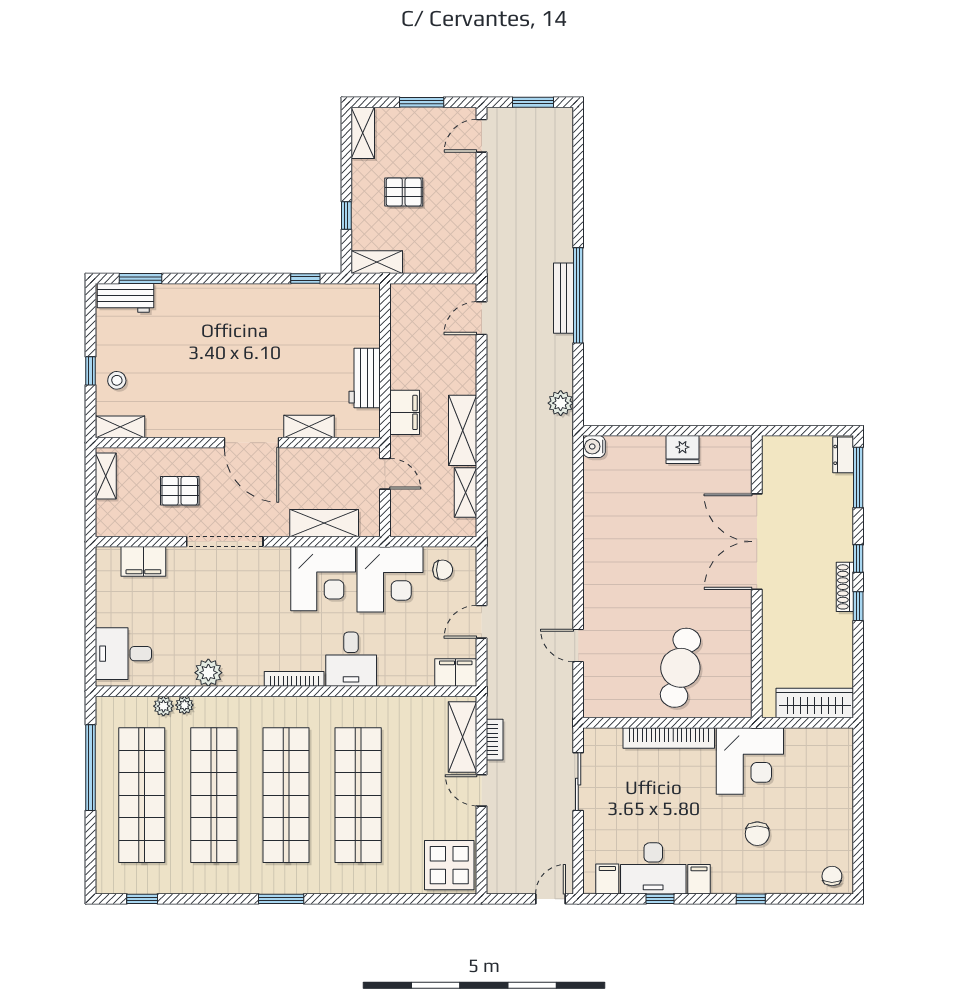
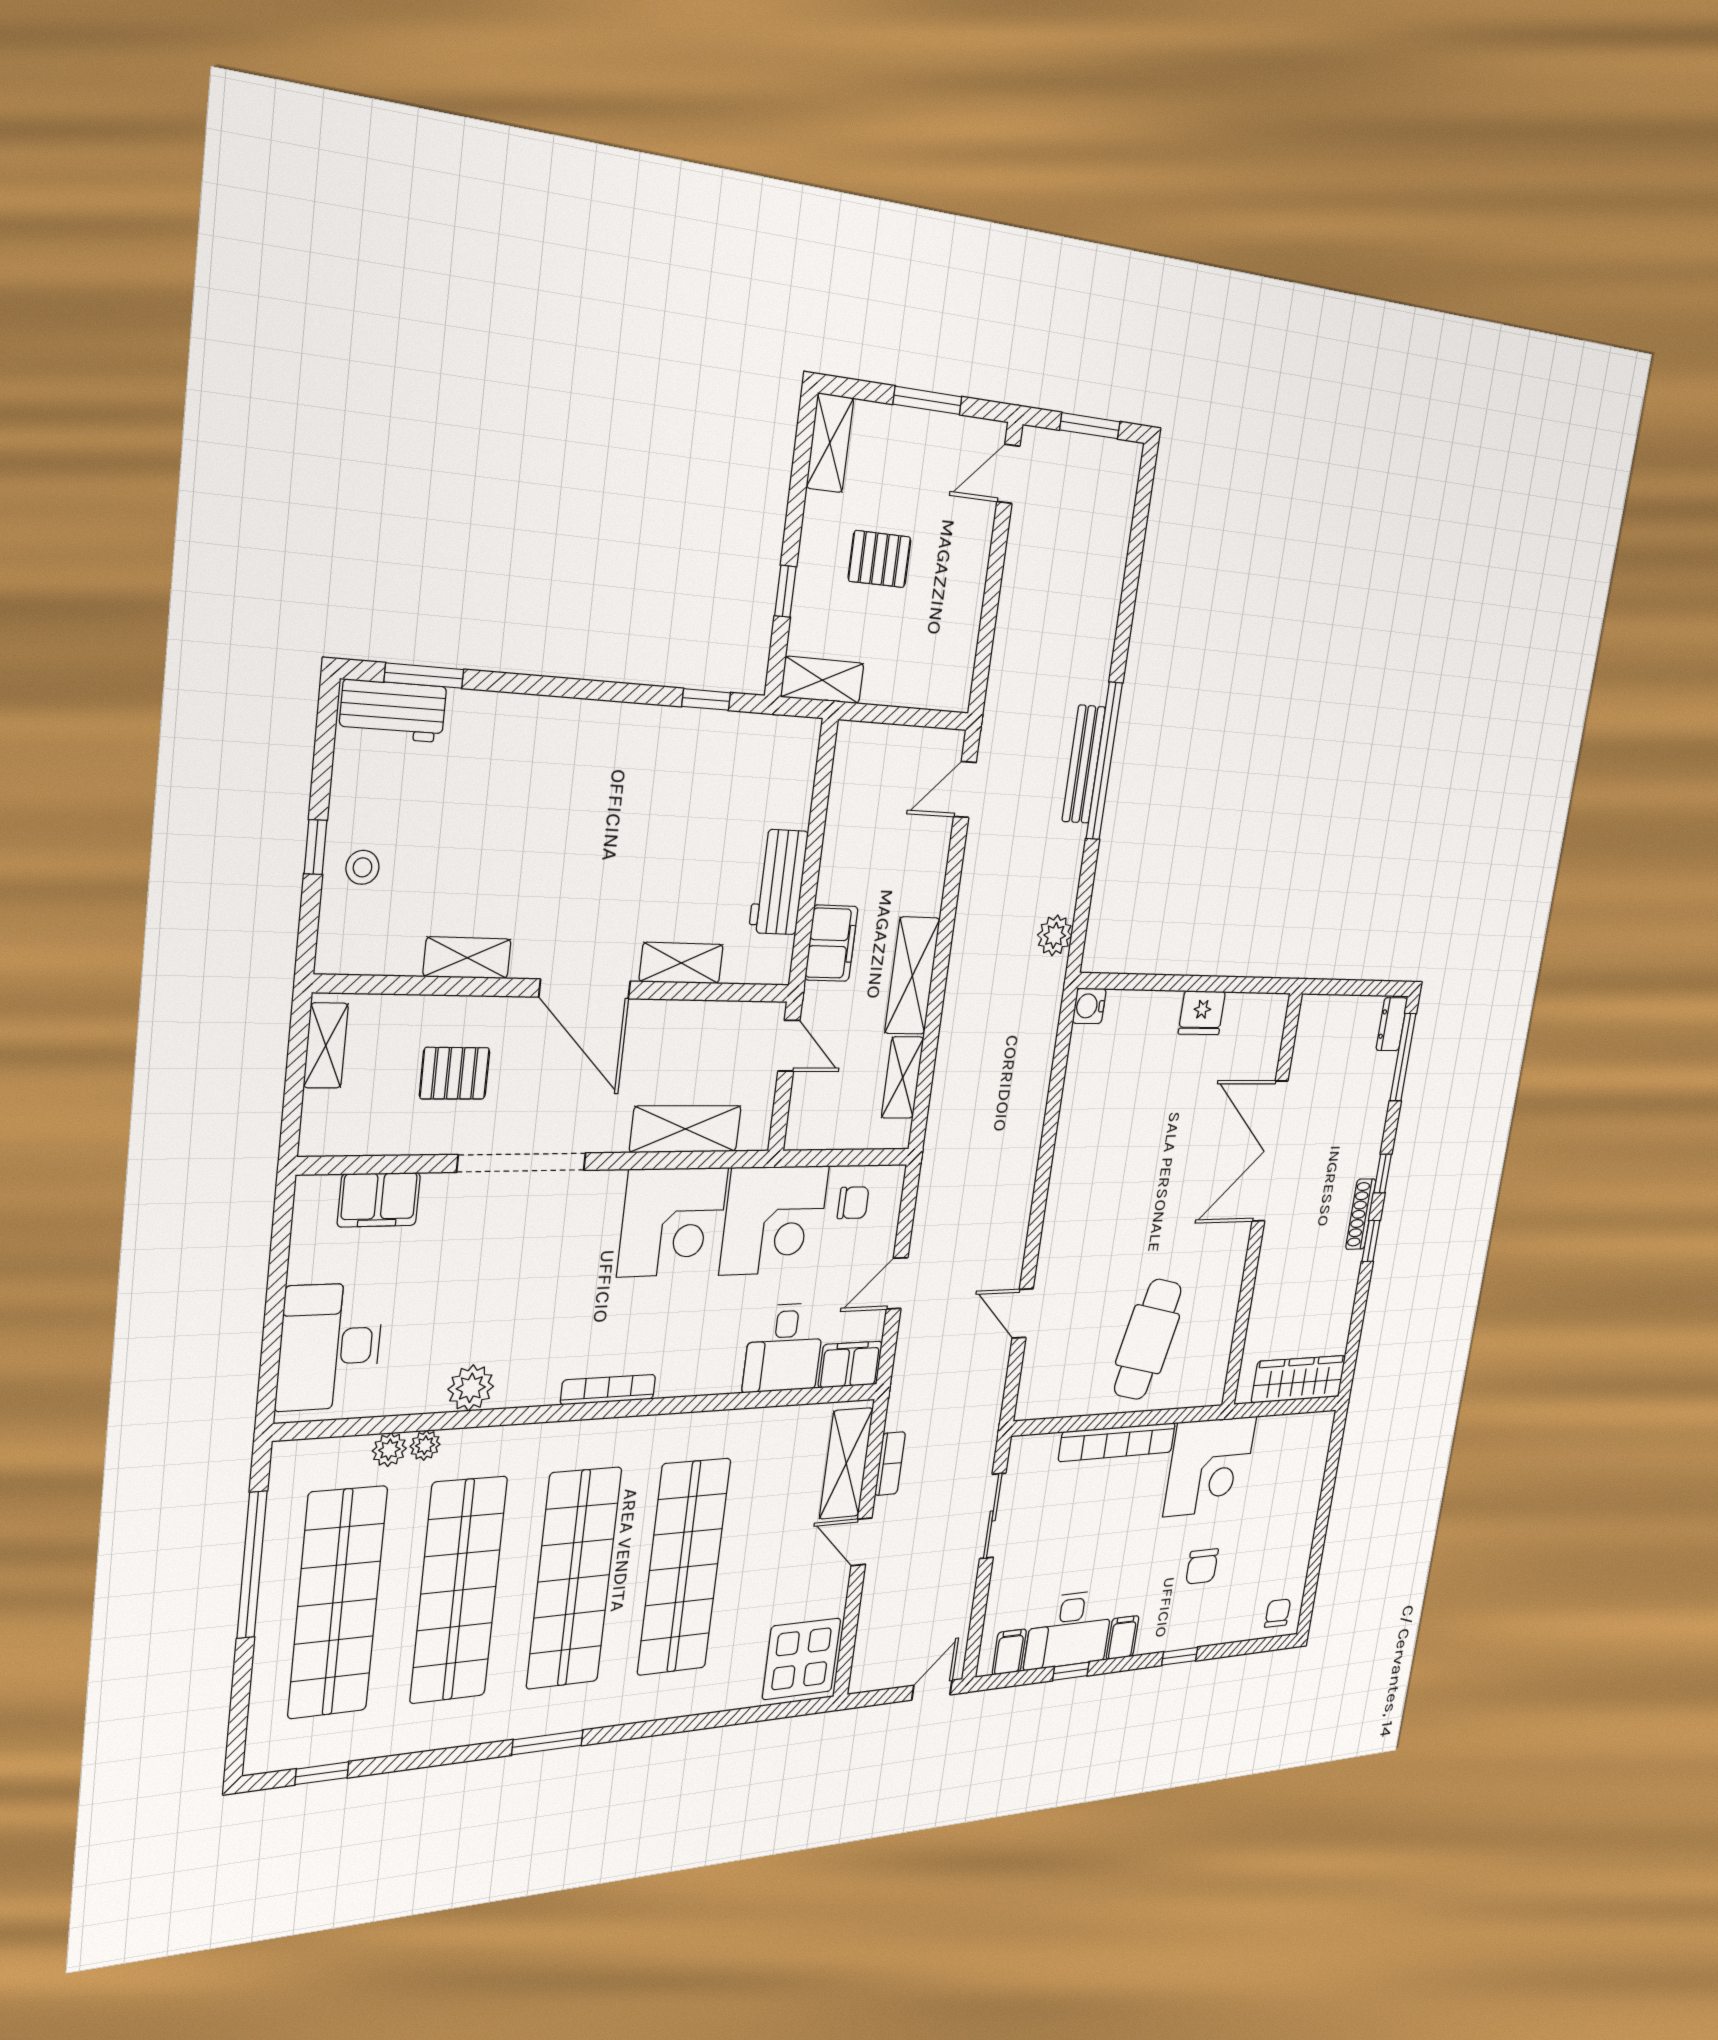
shelving: (120, 427) -> (467, 958), moved
desk: (123, 654) -> (330, 1347), width x1.37
desk: (351, 659) -> (784, 1348), moved

